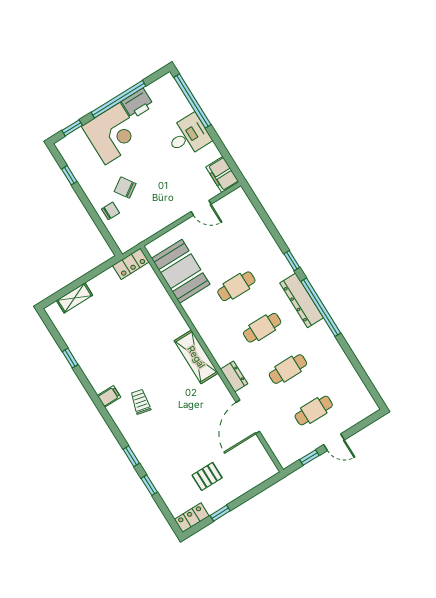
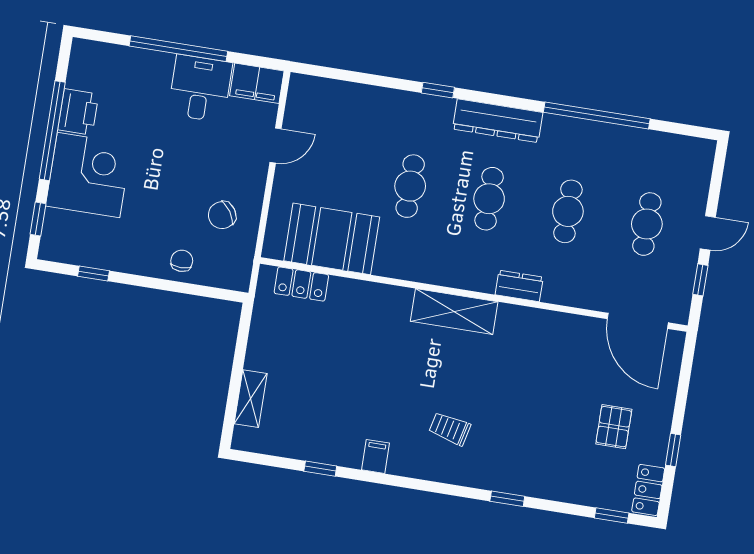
window: (192, 101) -> (178, 49), moved
desk: (188, 136) -> (200, 88), moved
chair: (125, 188) -> (222, 215), moved
locker: (131, 264) -> (301, 284), moved, turned 90
window: (321, 307) -> (597, 116), moved
filing cabinet: (109, 396) -> (376, 456), moved
door: (248, 417) -> (638, 321), moved
window: (149, 485) -> (612, 515), moved

